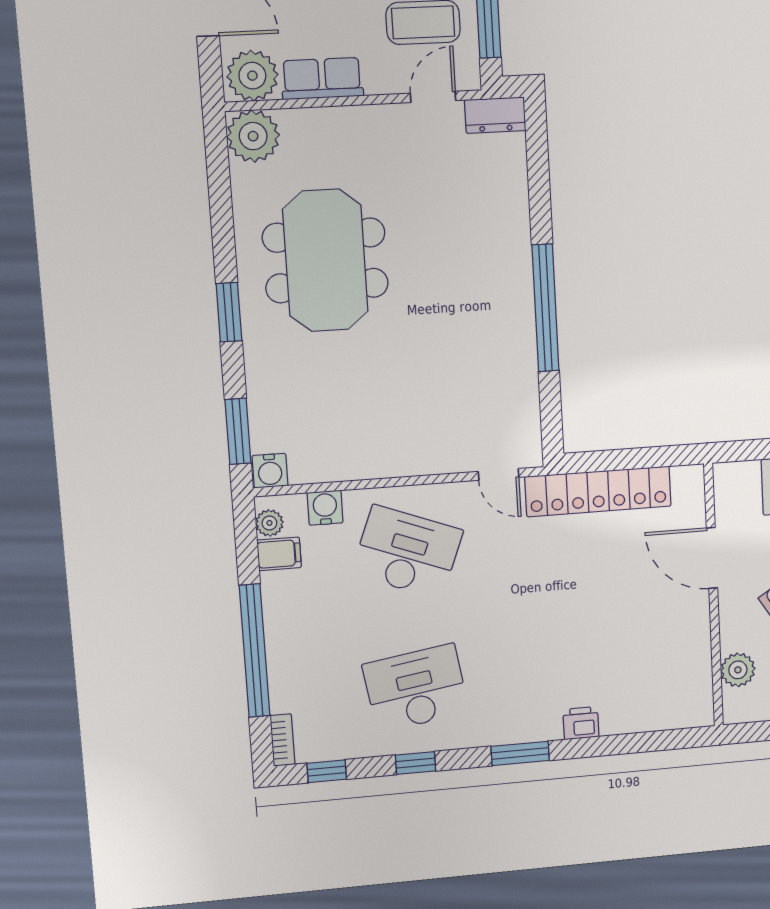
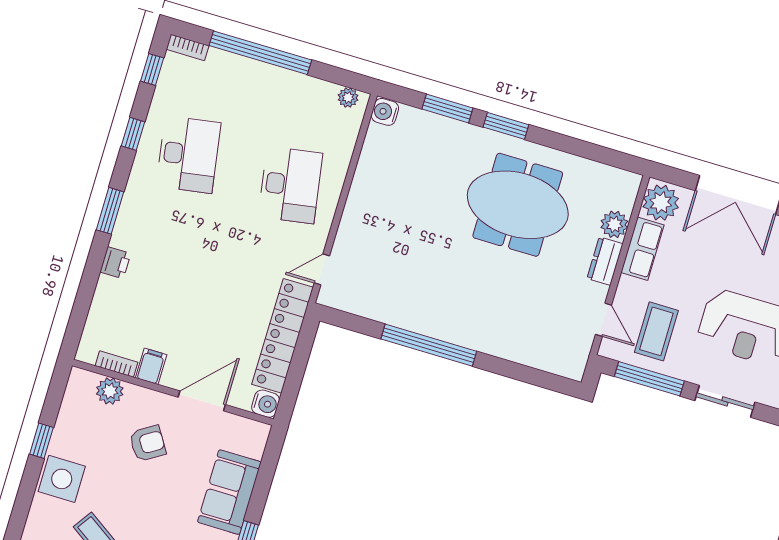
dresser: (495, 115) -> (605, 261), moved
plant: (253, 136) -> (614, 224), moved, width x0.73, depth x0.73
window: (238, 431) -> (447, 109), moved
water cooler: (325, 508) -> (266, 404), moved
desk: (407, 552) -> (290, 185), turned -30
filing cabinet: (279, 554) -> (151, 366), moved, turned 180
bookcase: (703, 675) -> (117, 364), added

